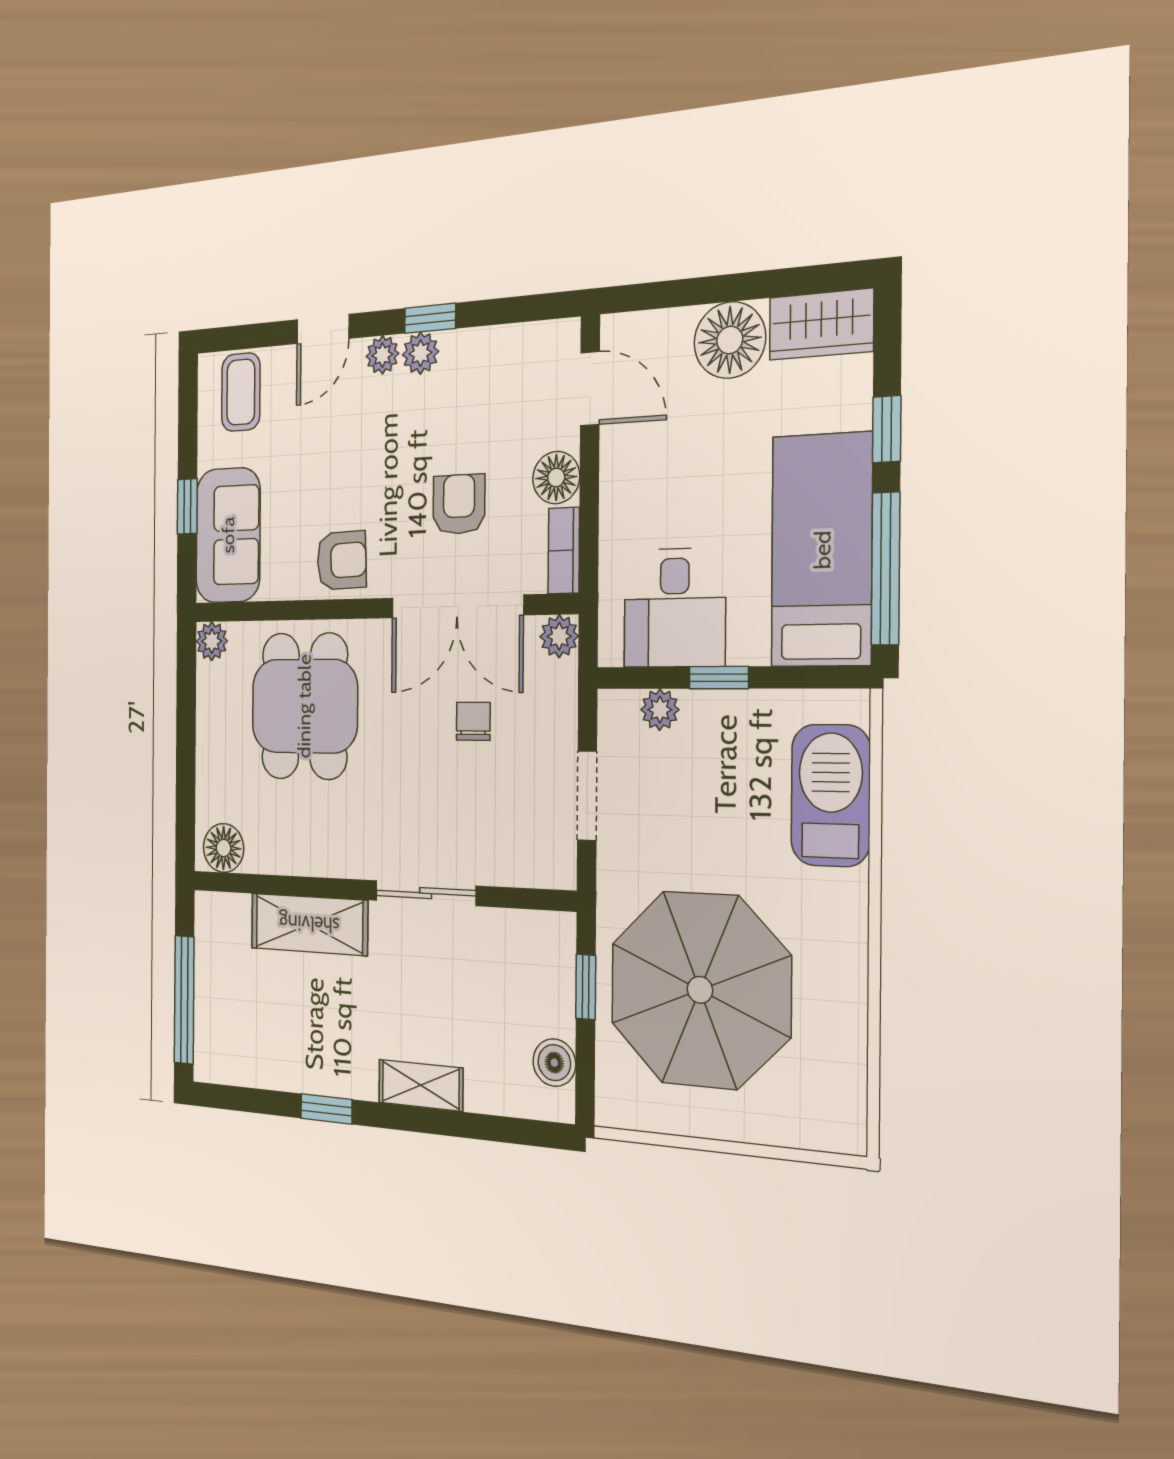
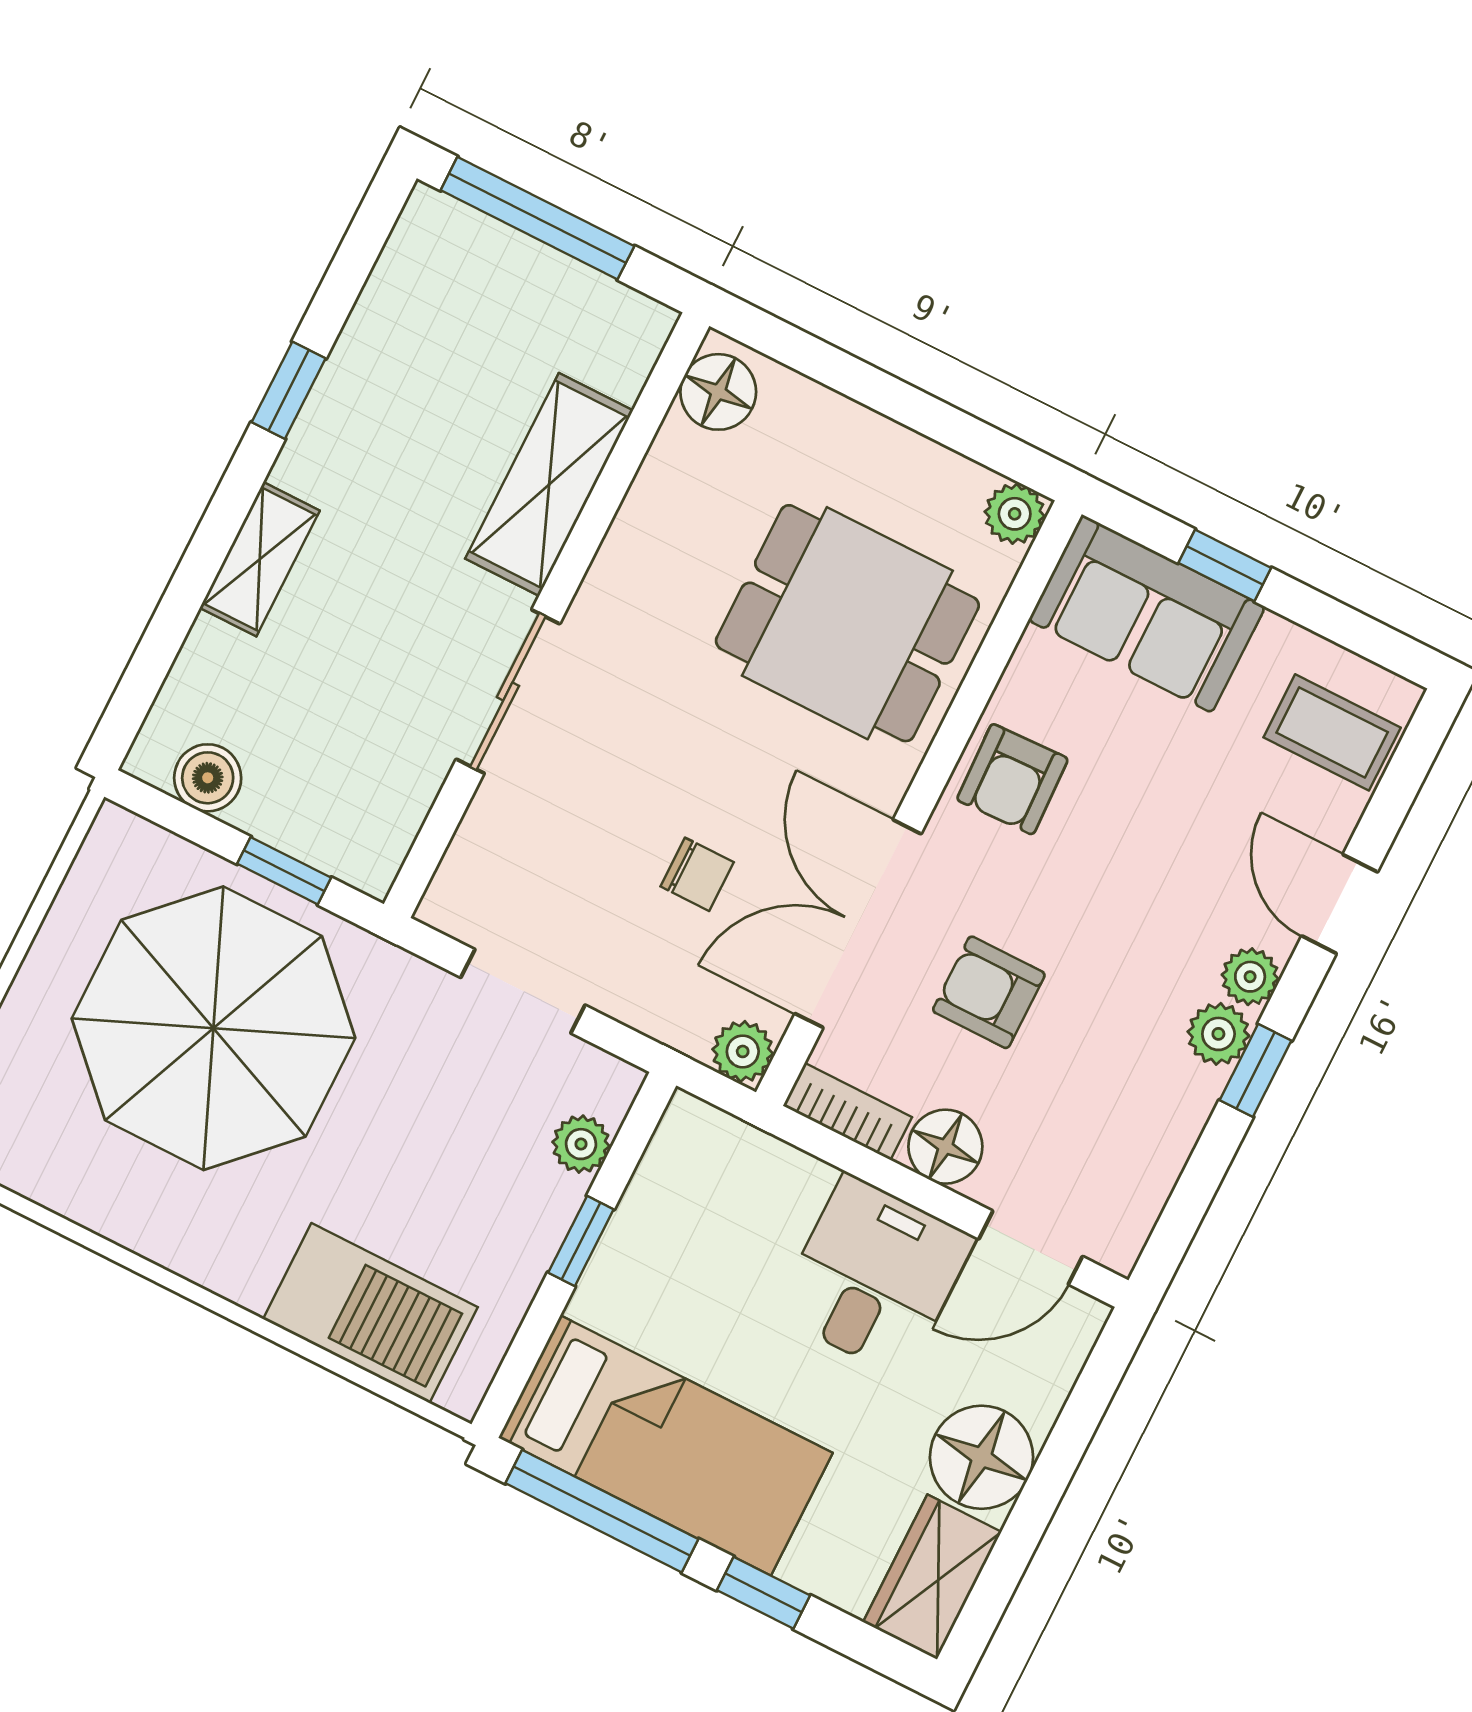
armchair: (459, 504) -> (989, 992), turned 180
desk: (675, 608) -> (874, 1276), moved, turned 90

